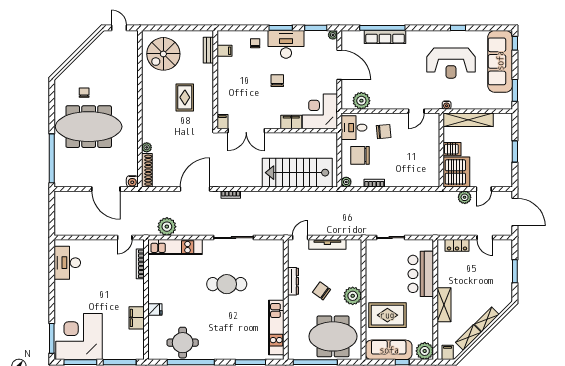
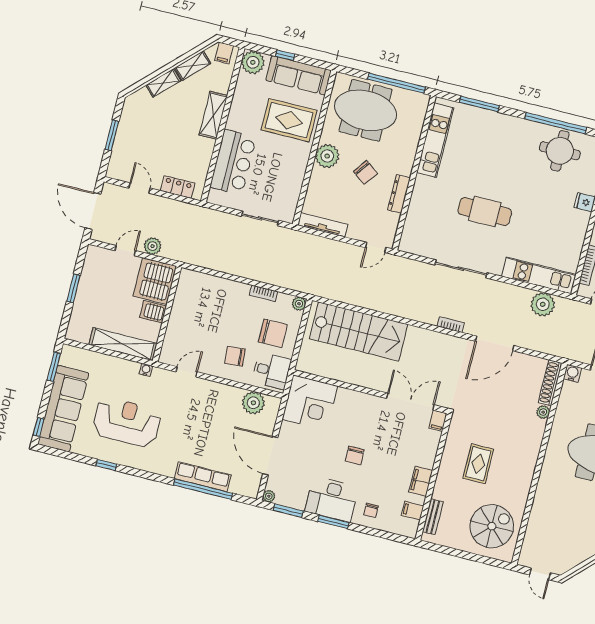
filing cabinet: (291, 122) -> (421, 481), moved, turned 90
tv unit: (327, 244) -> (323, 225), moved

